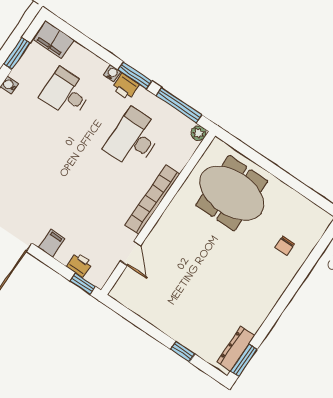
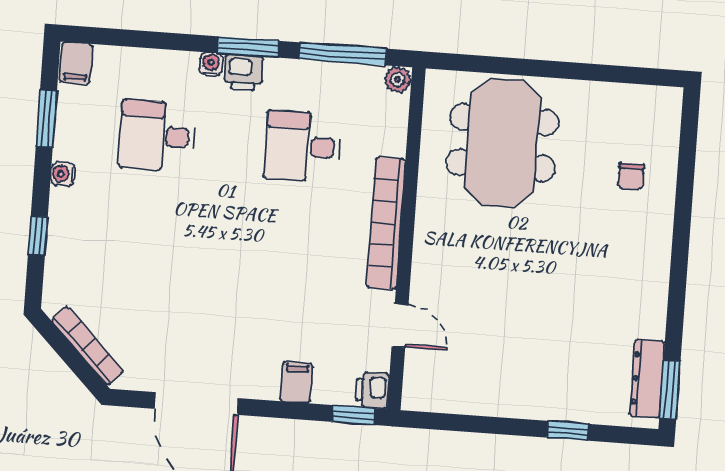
filing cabinet: (54, 40) -> (76, 63), width x0.50
desk: (133, 139) -> (302, 146), width x0.73
meeting table: (232, 193) -> (502, 142), turned 90
filing cabinet: (52, 243) -> (296, 382), moved
printer: (79, 265) -> (372, 390), moved, turned -90

